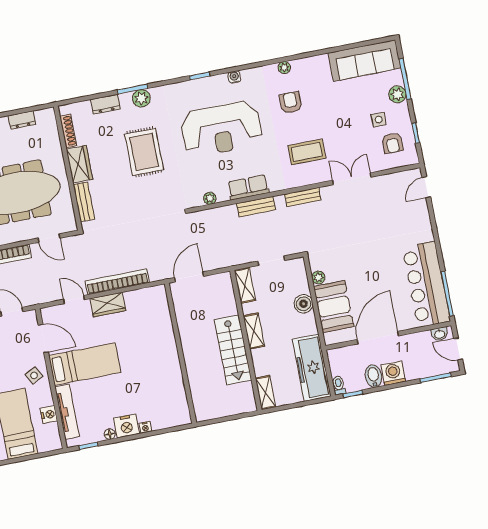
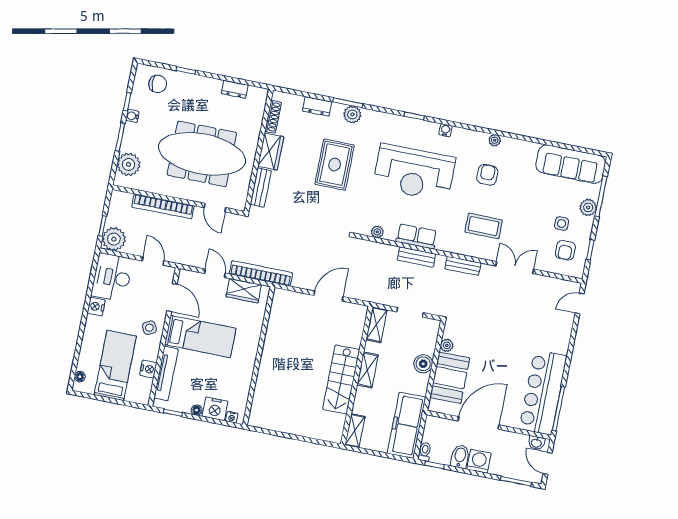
wall: (180, 353) -> (259, 356), moved

